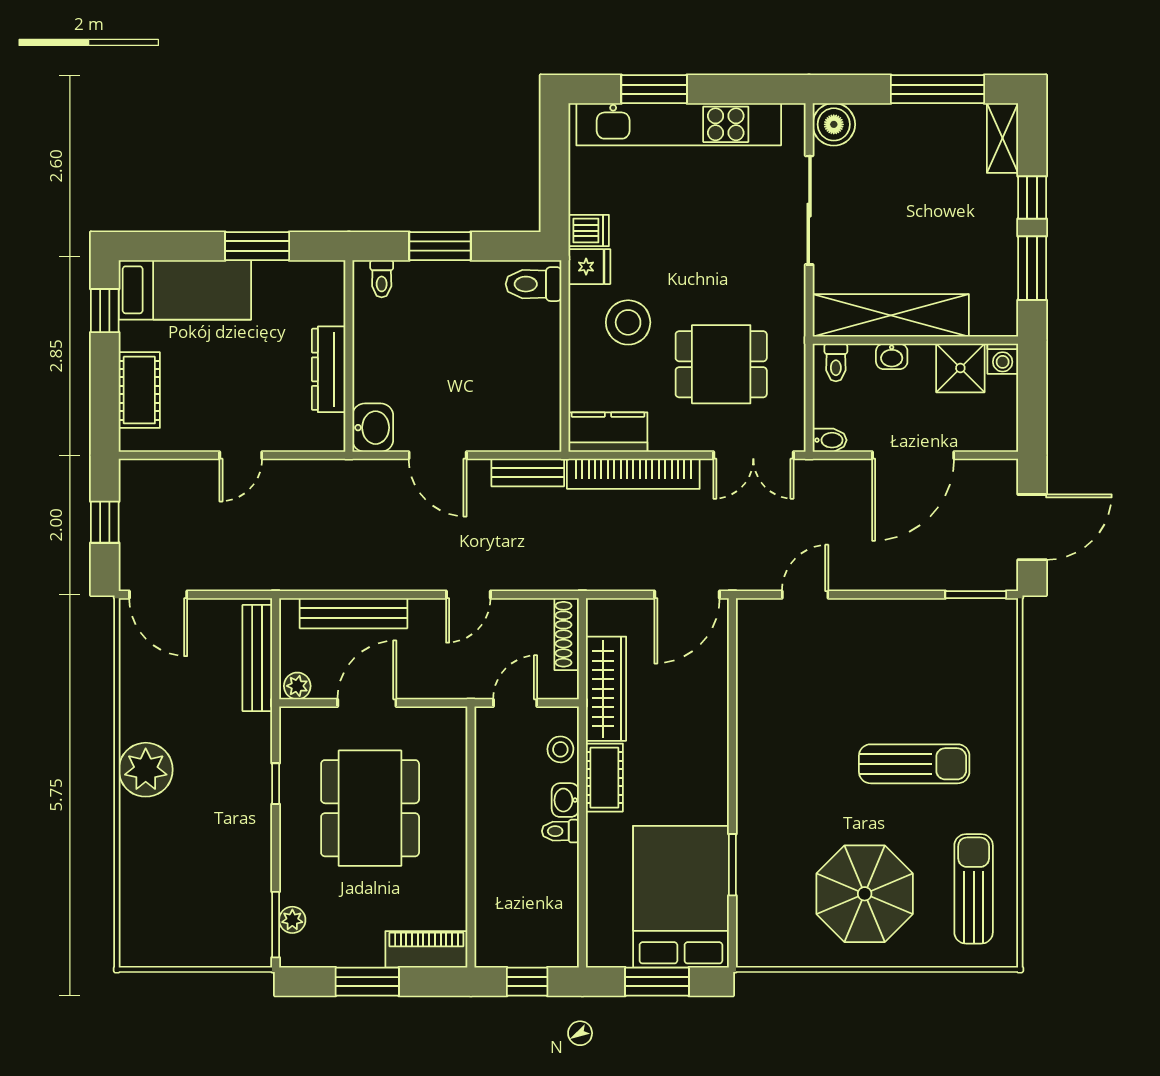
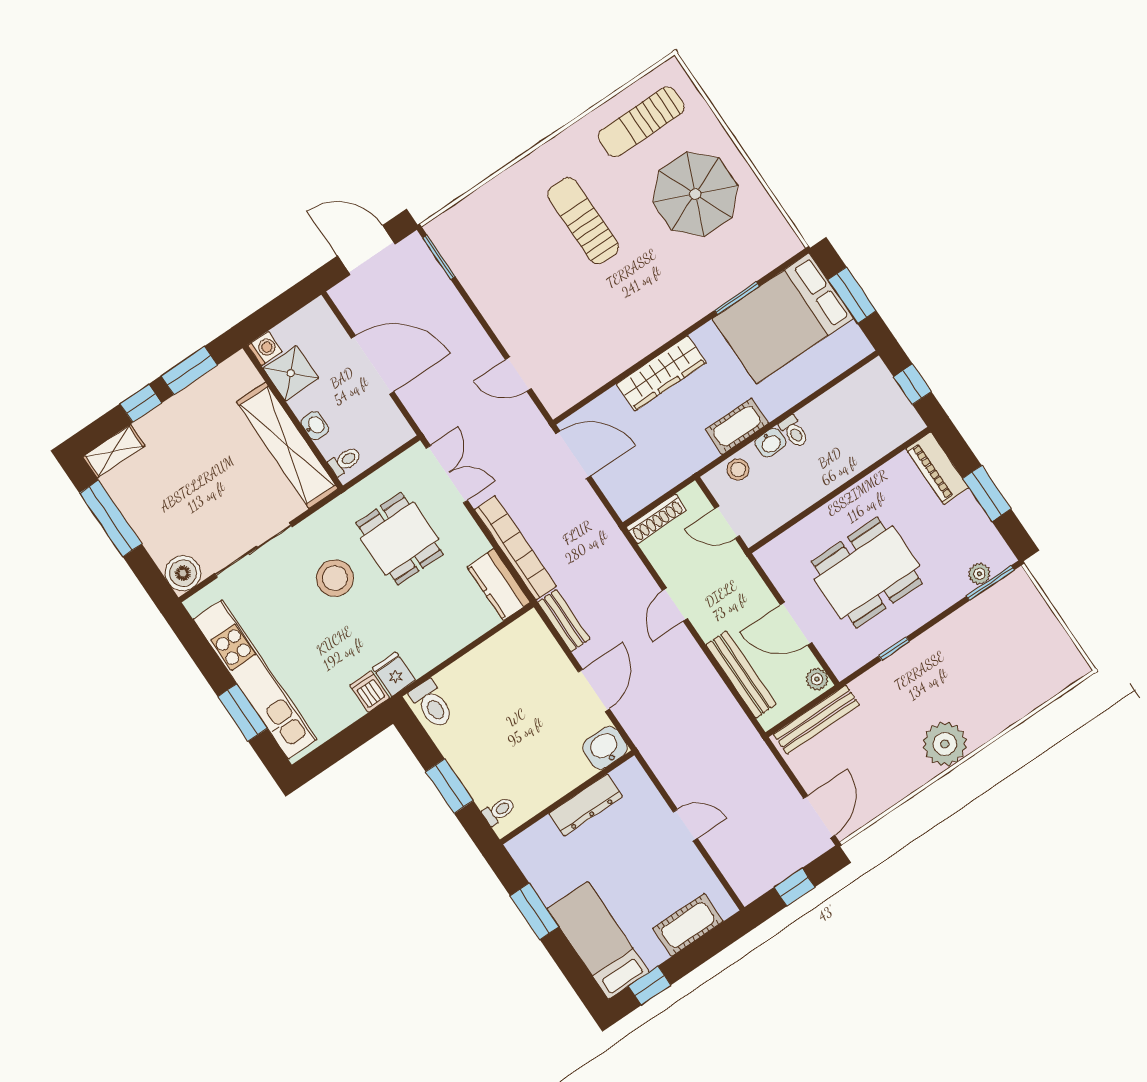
stool: (628, 322) -> (335, 578), moved
bidet: (830, 440) -> (401, 429), removed
door: (468, 595) -> (675, 605), swing flipped
wardrobe: (606, 689) -> (661, 373), moved, turned 180

